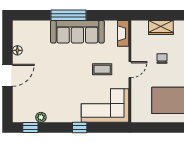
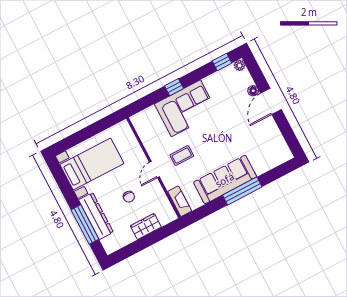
floor lamp: (17, 50) -> (253, 91), moved
corner sofa: (105, 105) -> (186, 108), moved
plant: (41, 117) -> (240, 65), moved

